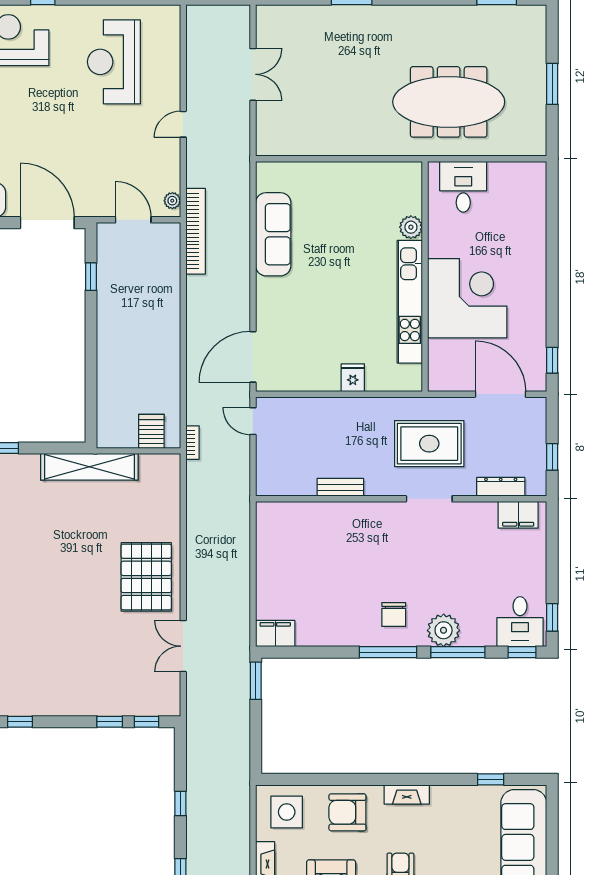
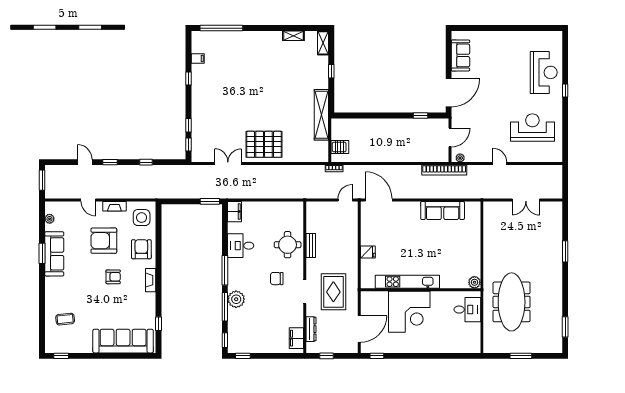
plant: (411, 227) -> (474, 282), moved
round table: (339, 532) -> (288, 245), added
chair: (394, 614) -> (277, 279), moved
desk: (520, 622) -> (241, 246), moved

